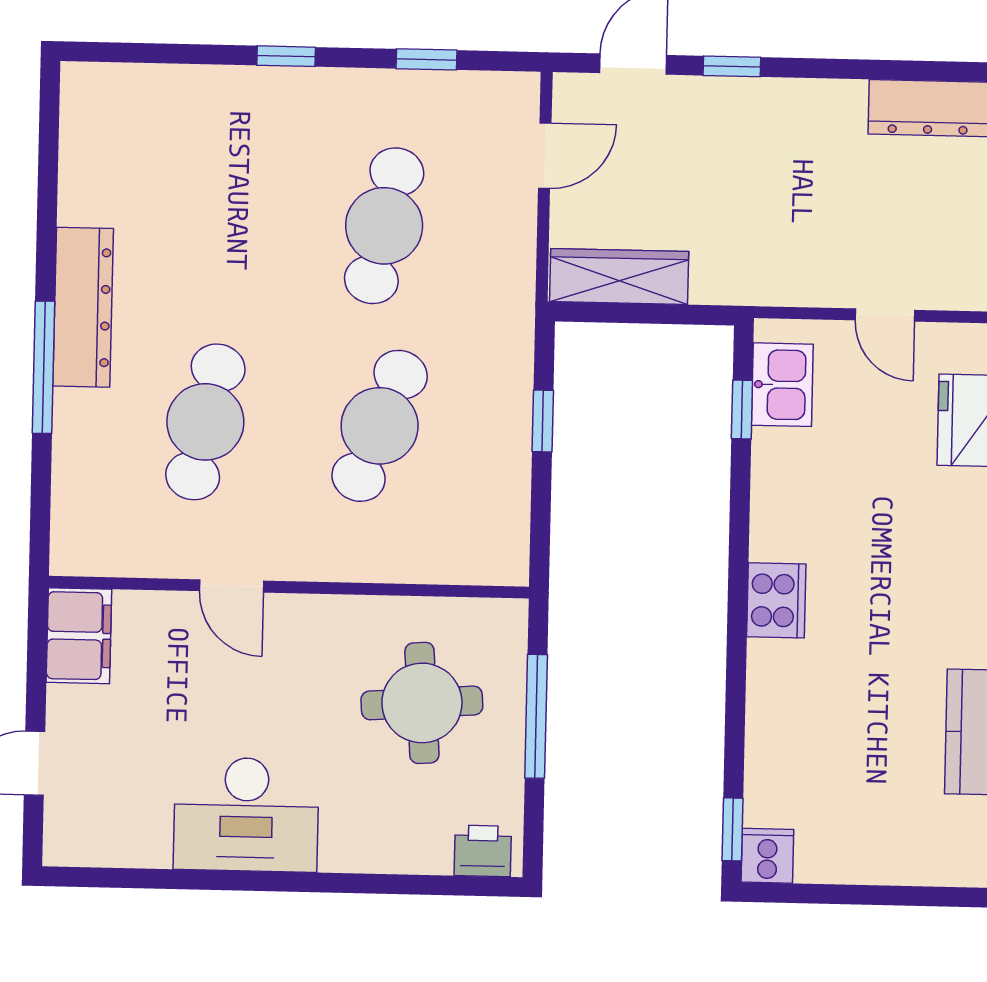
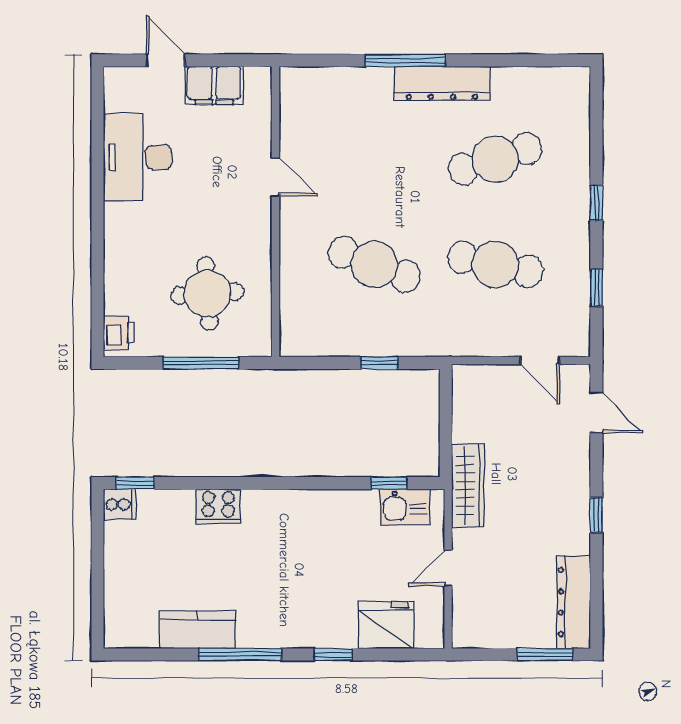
window: (732, 66) -> (596, 515), moved
wardrobe: (619, 277) -> (468, 486), moved
cafe table: (205, 422) -> (495, 159), moved, turned -30
door: (231, 586) -> (275, 177), swing flipped
cooker: (776, 600) -> (218, 506), moved
filing cabinet: (79, 636) -> (214, 85), moved
desk: (246, 814) -> (138, 157), moved

